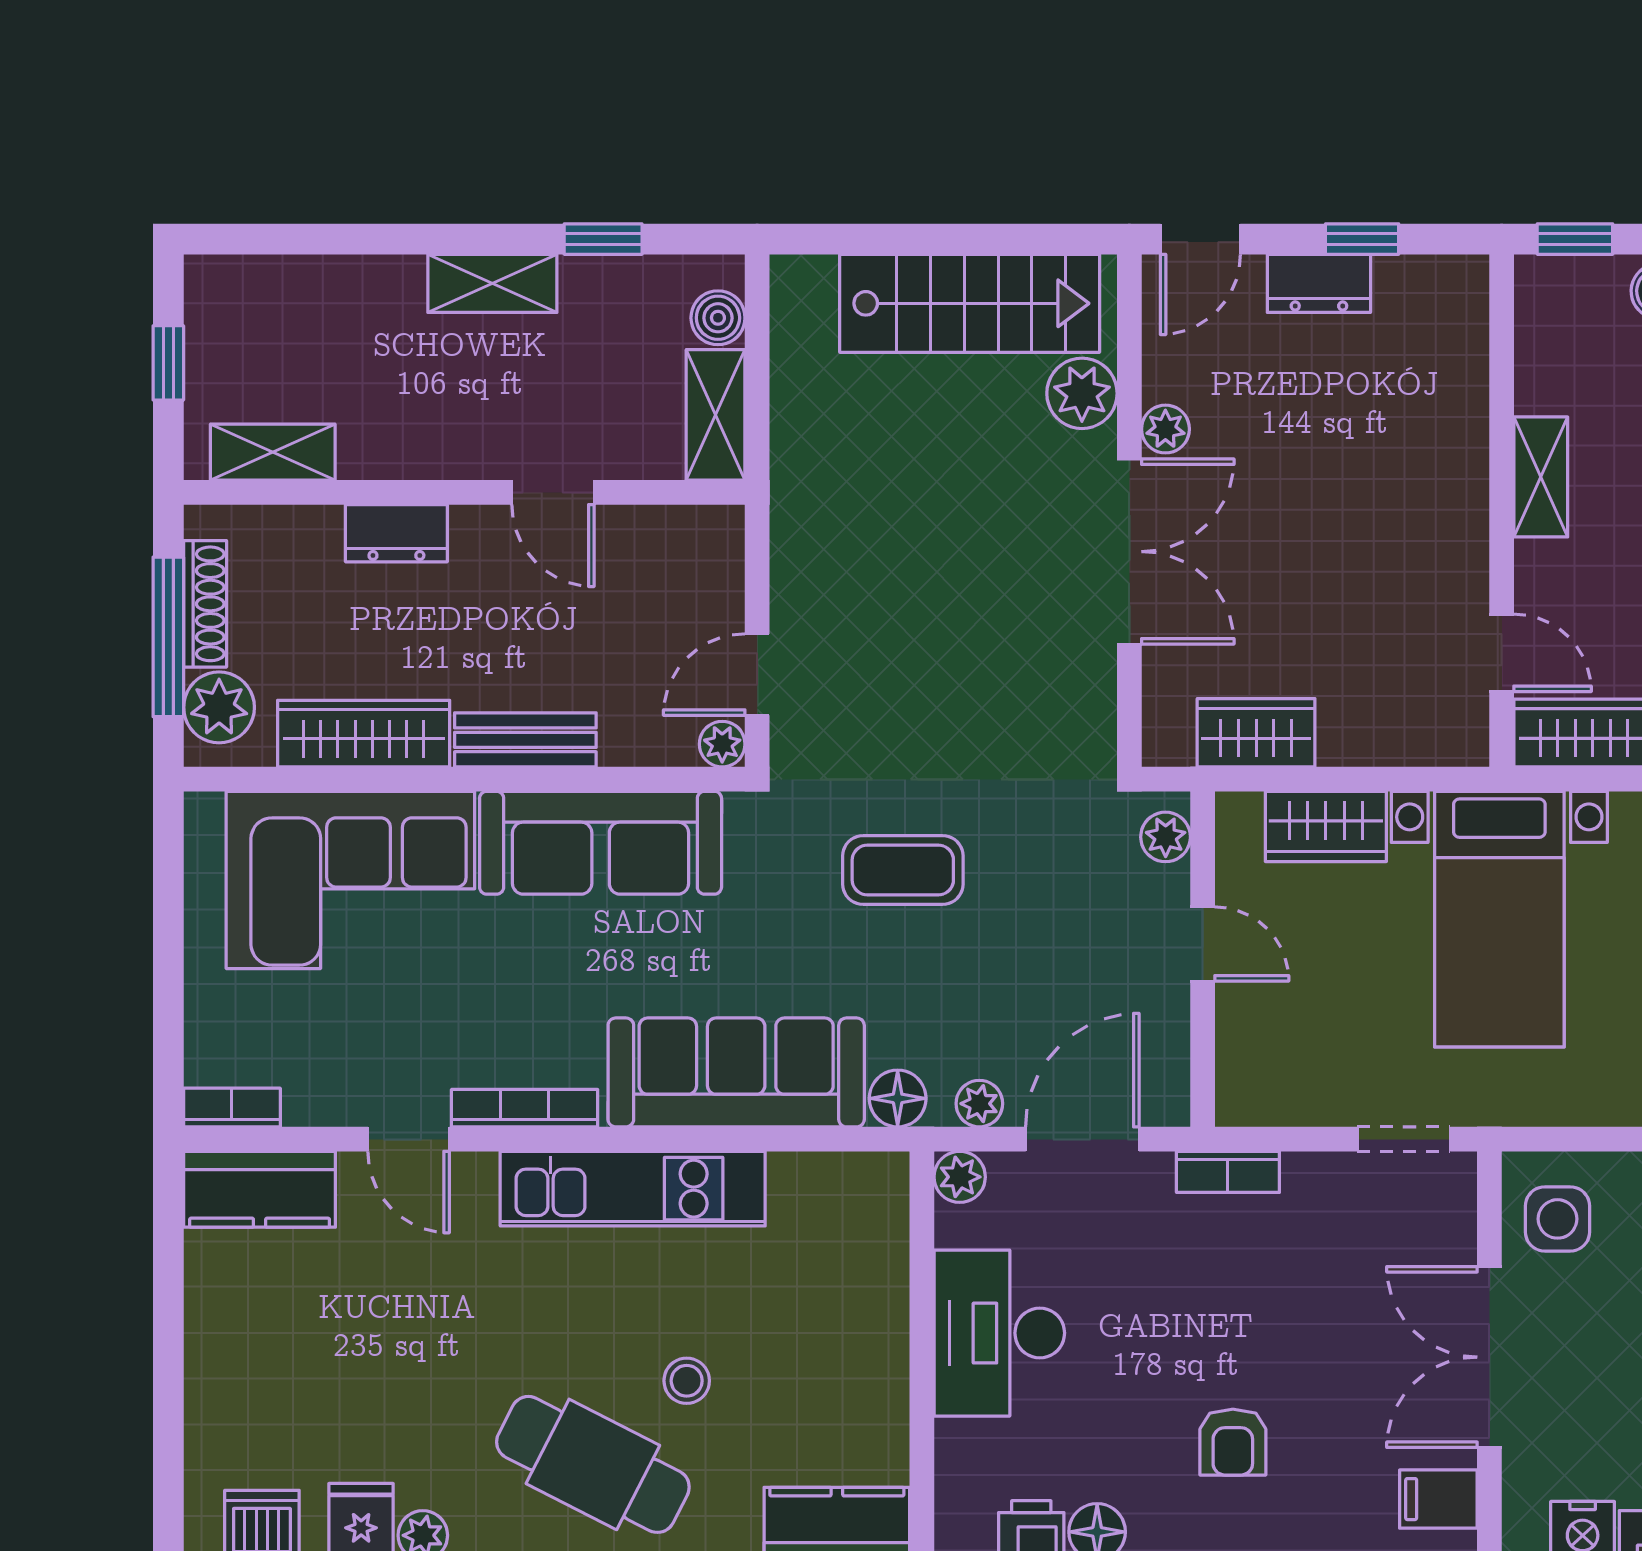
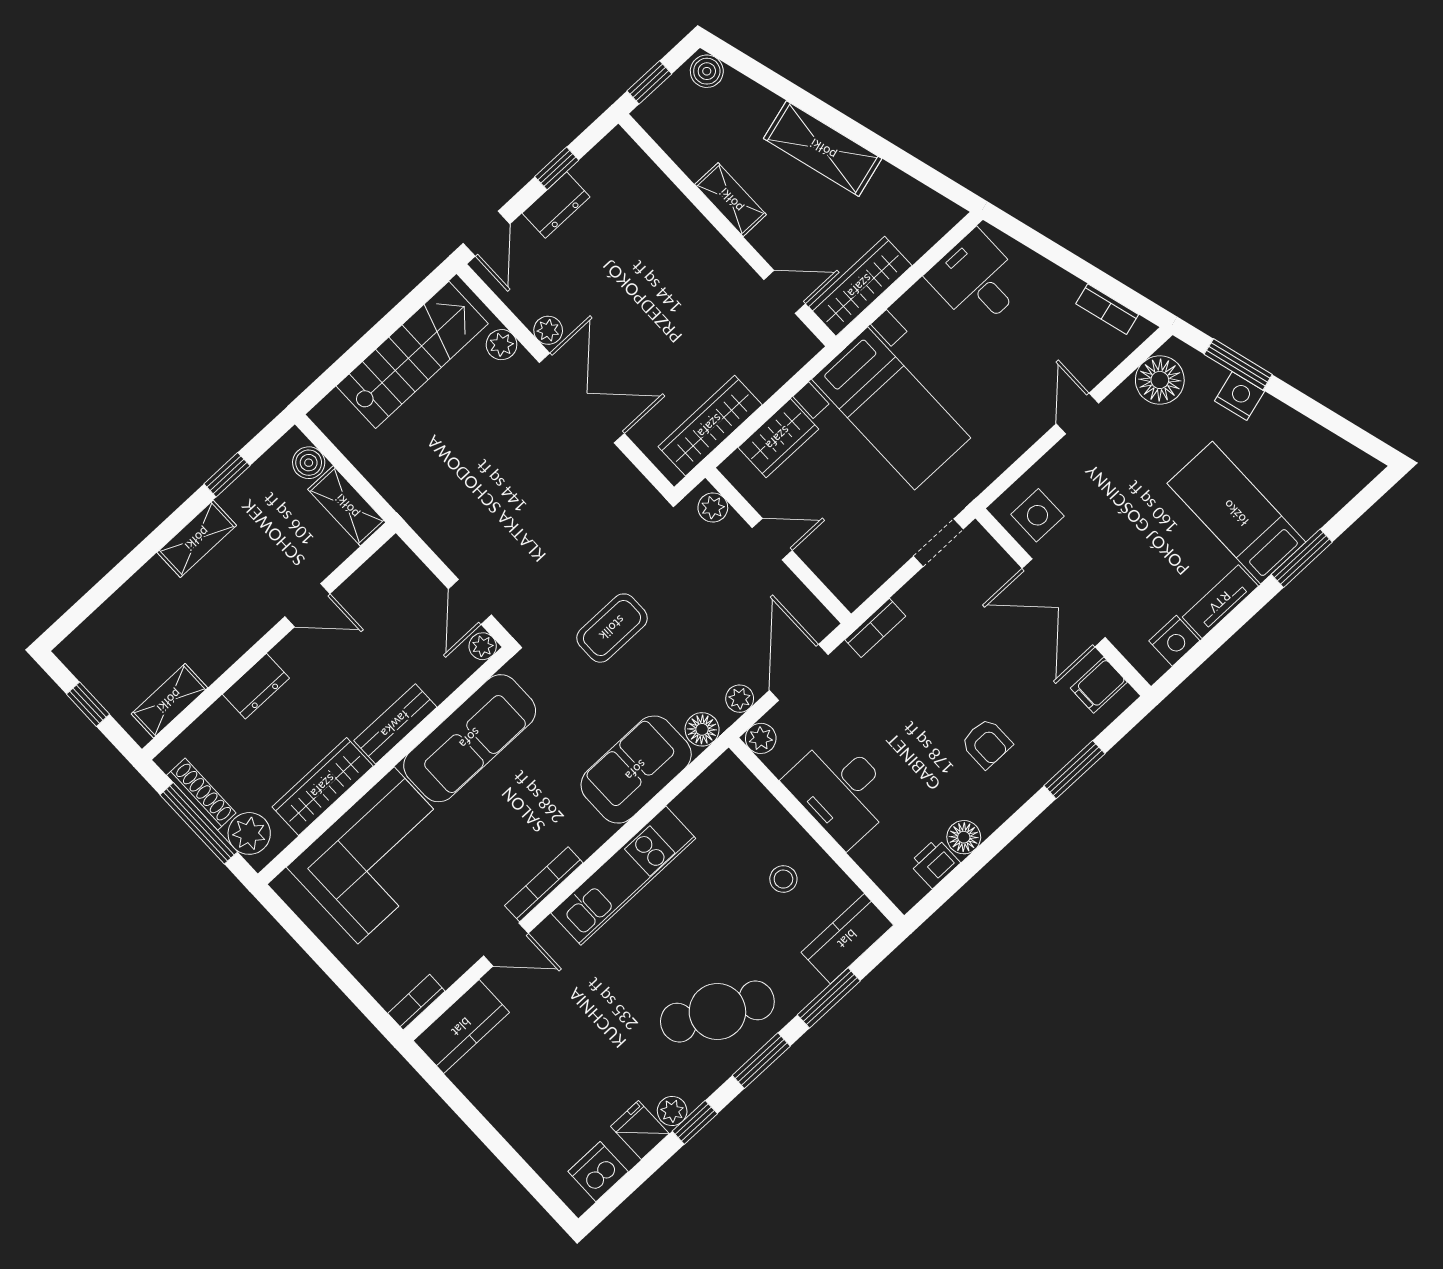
plant: (1082, 393) -> (502, 345), width x0.73, depth x0.73
wardrobe: (1256, 733) -> (710, 426), width x1.50
sofa: (736, 1072) -> (636, 770), width x0.73
stool: (687, 1381) -> (783, 879), moved

